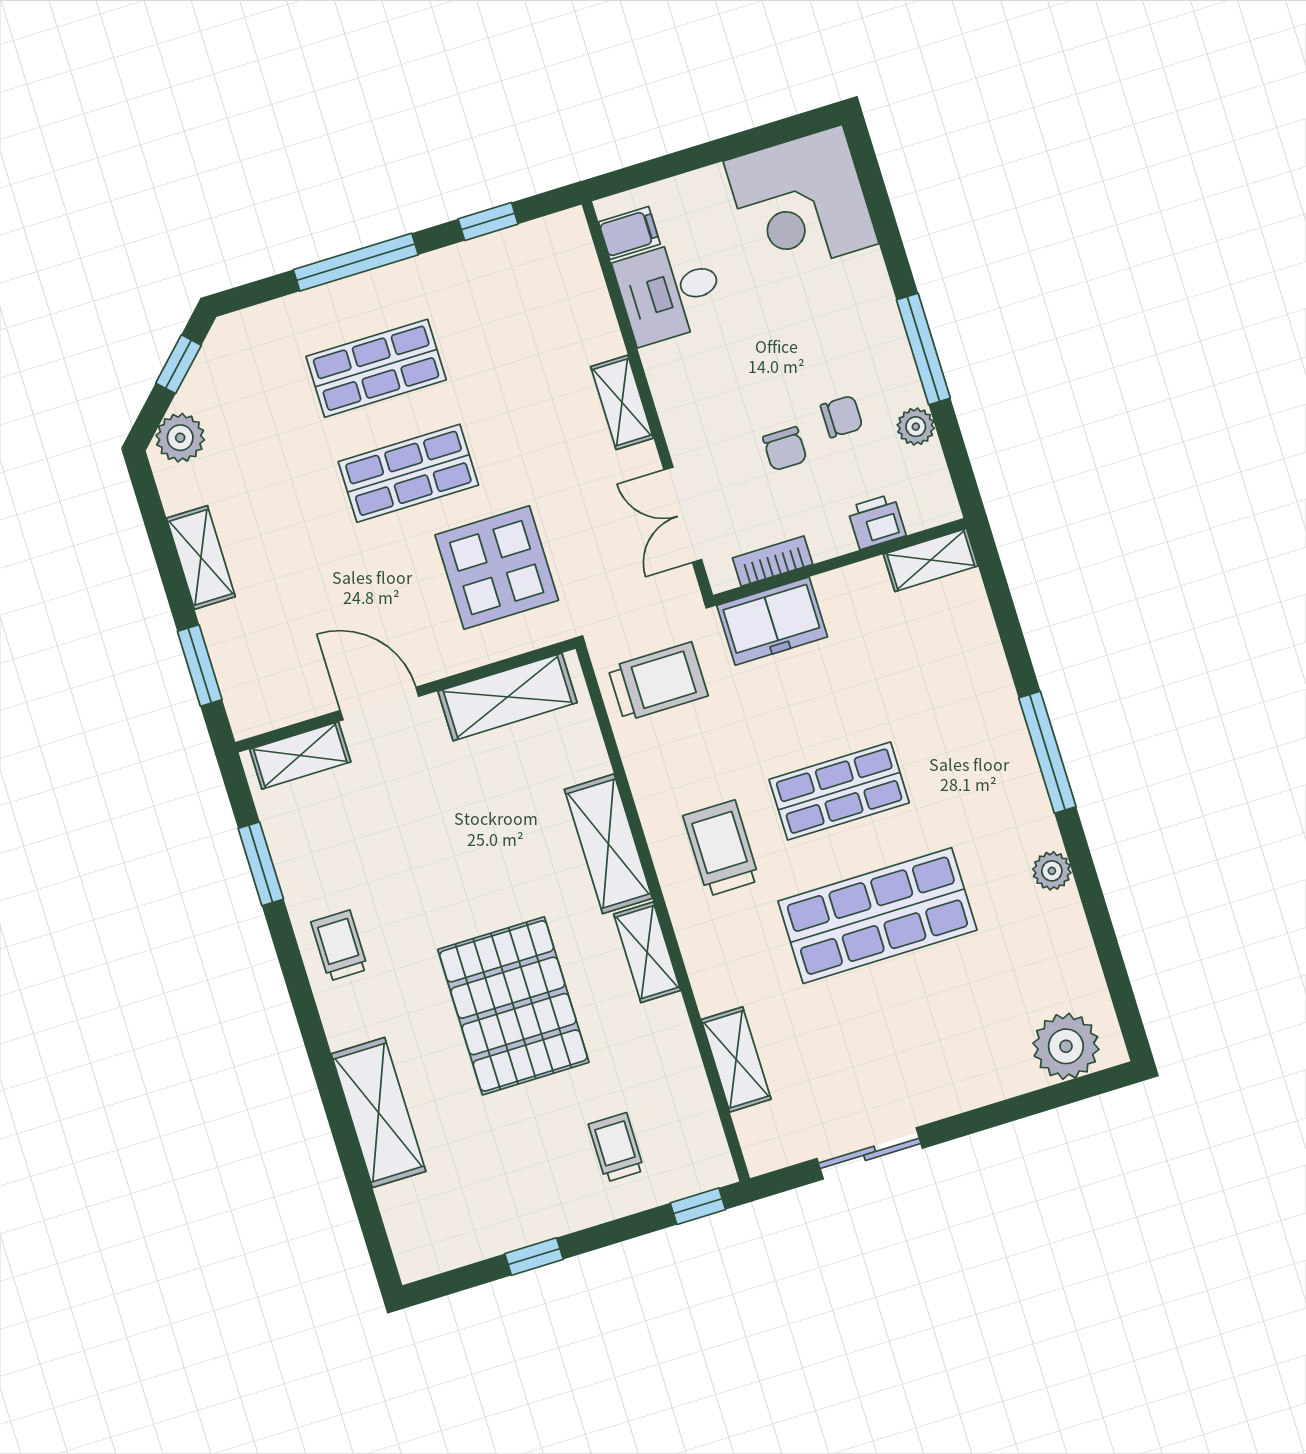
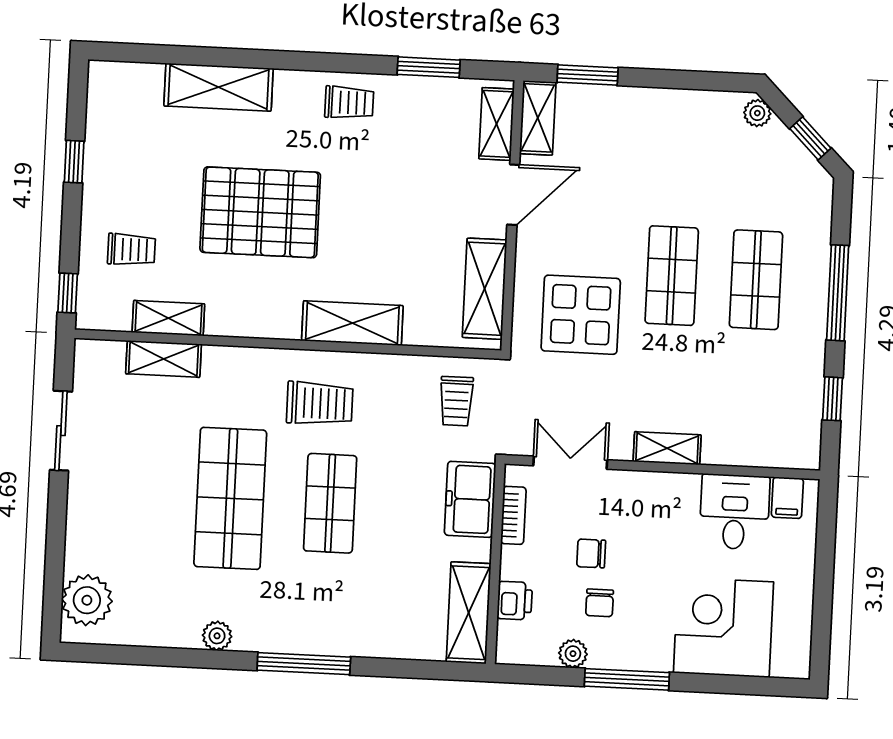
corner desk: (801, 202) -> (724, 627), moved
plant: (180, 438) -> (757, 113), width x0.73, depth x0.73
shelving: (201, 557) -> (538, 118), moved, turned 90
shelving: (931, 560) -> (469, 613), width x1.50, depth x1.33
trolley: (658, 682) -> (456, 401), width x0.73, depth x0.72
shelving: (647, 952) -> (168, 318), moved

